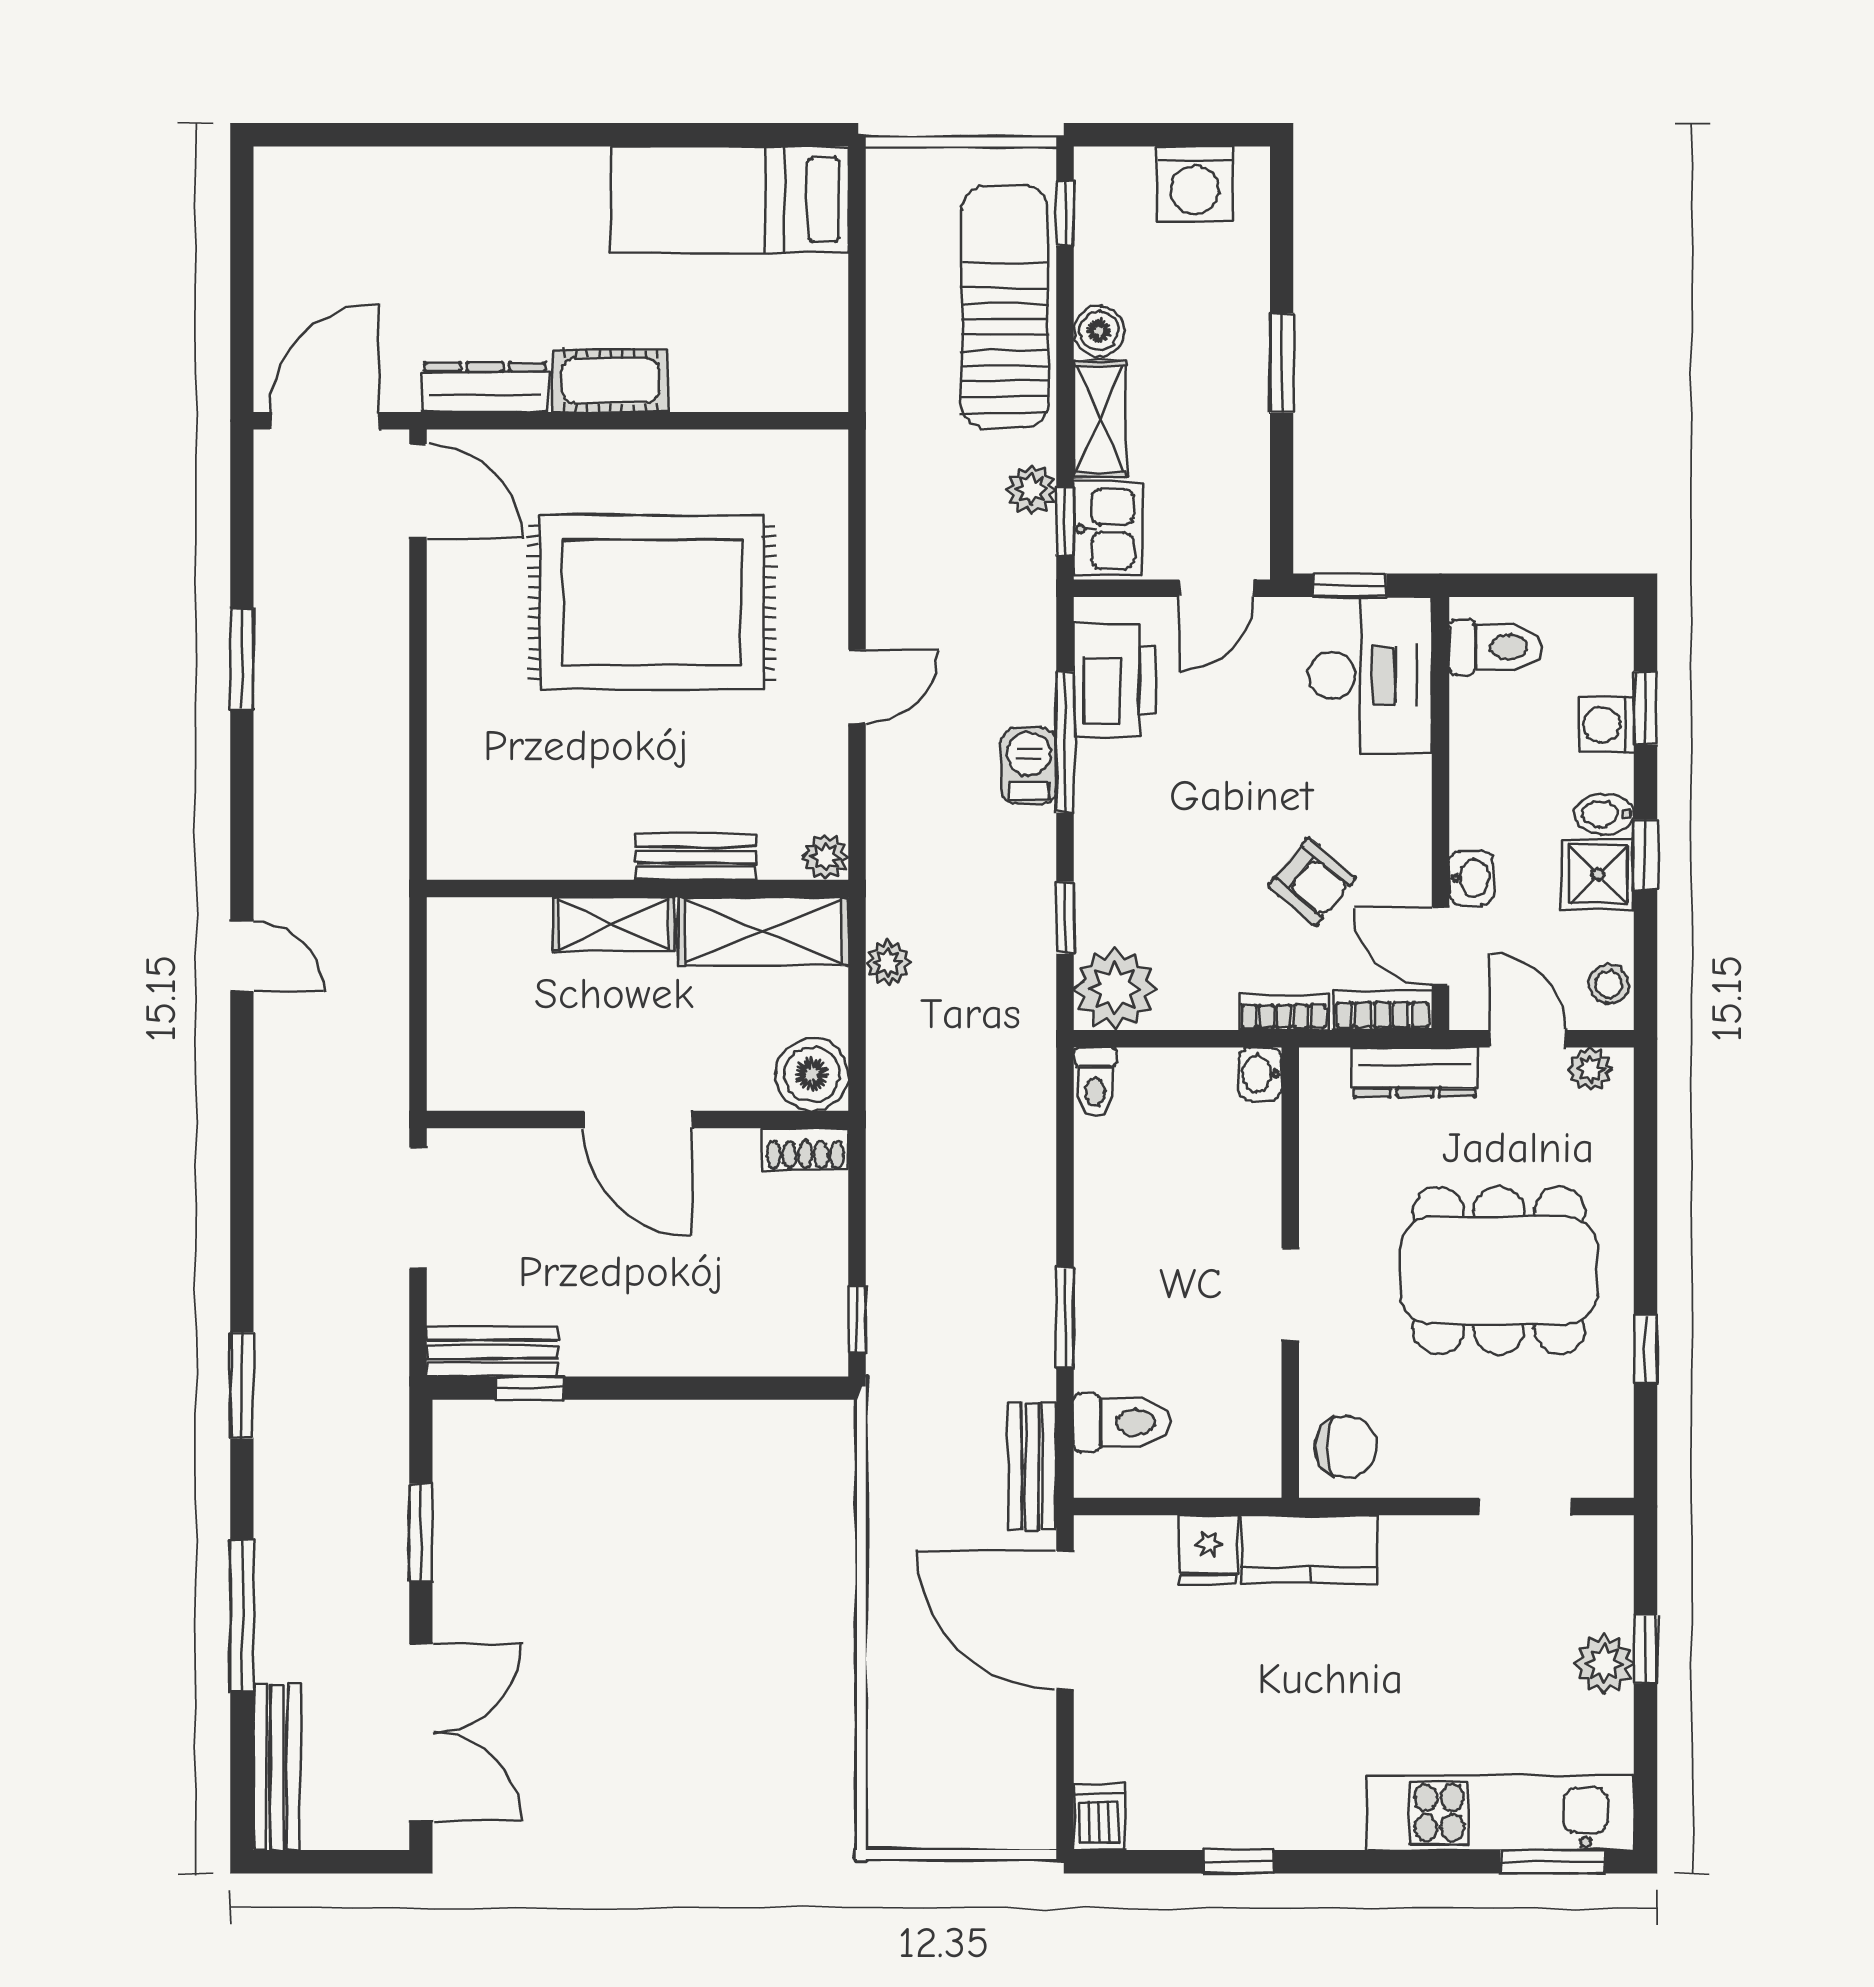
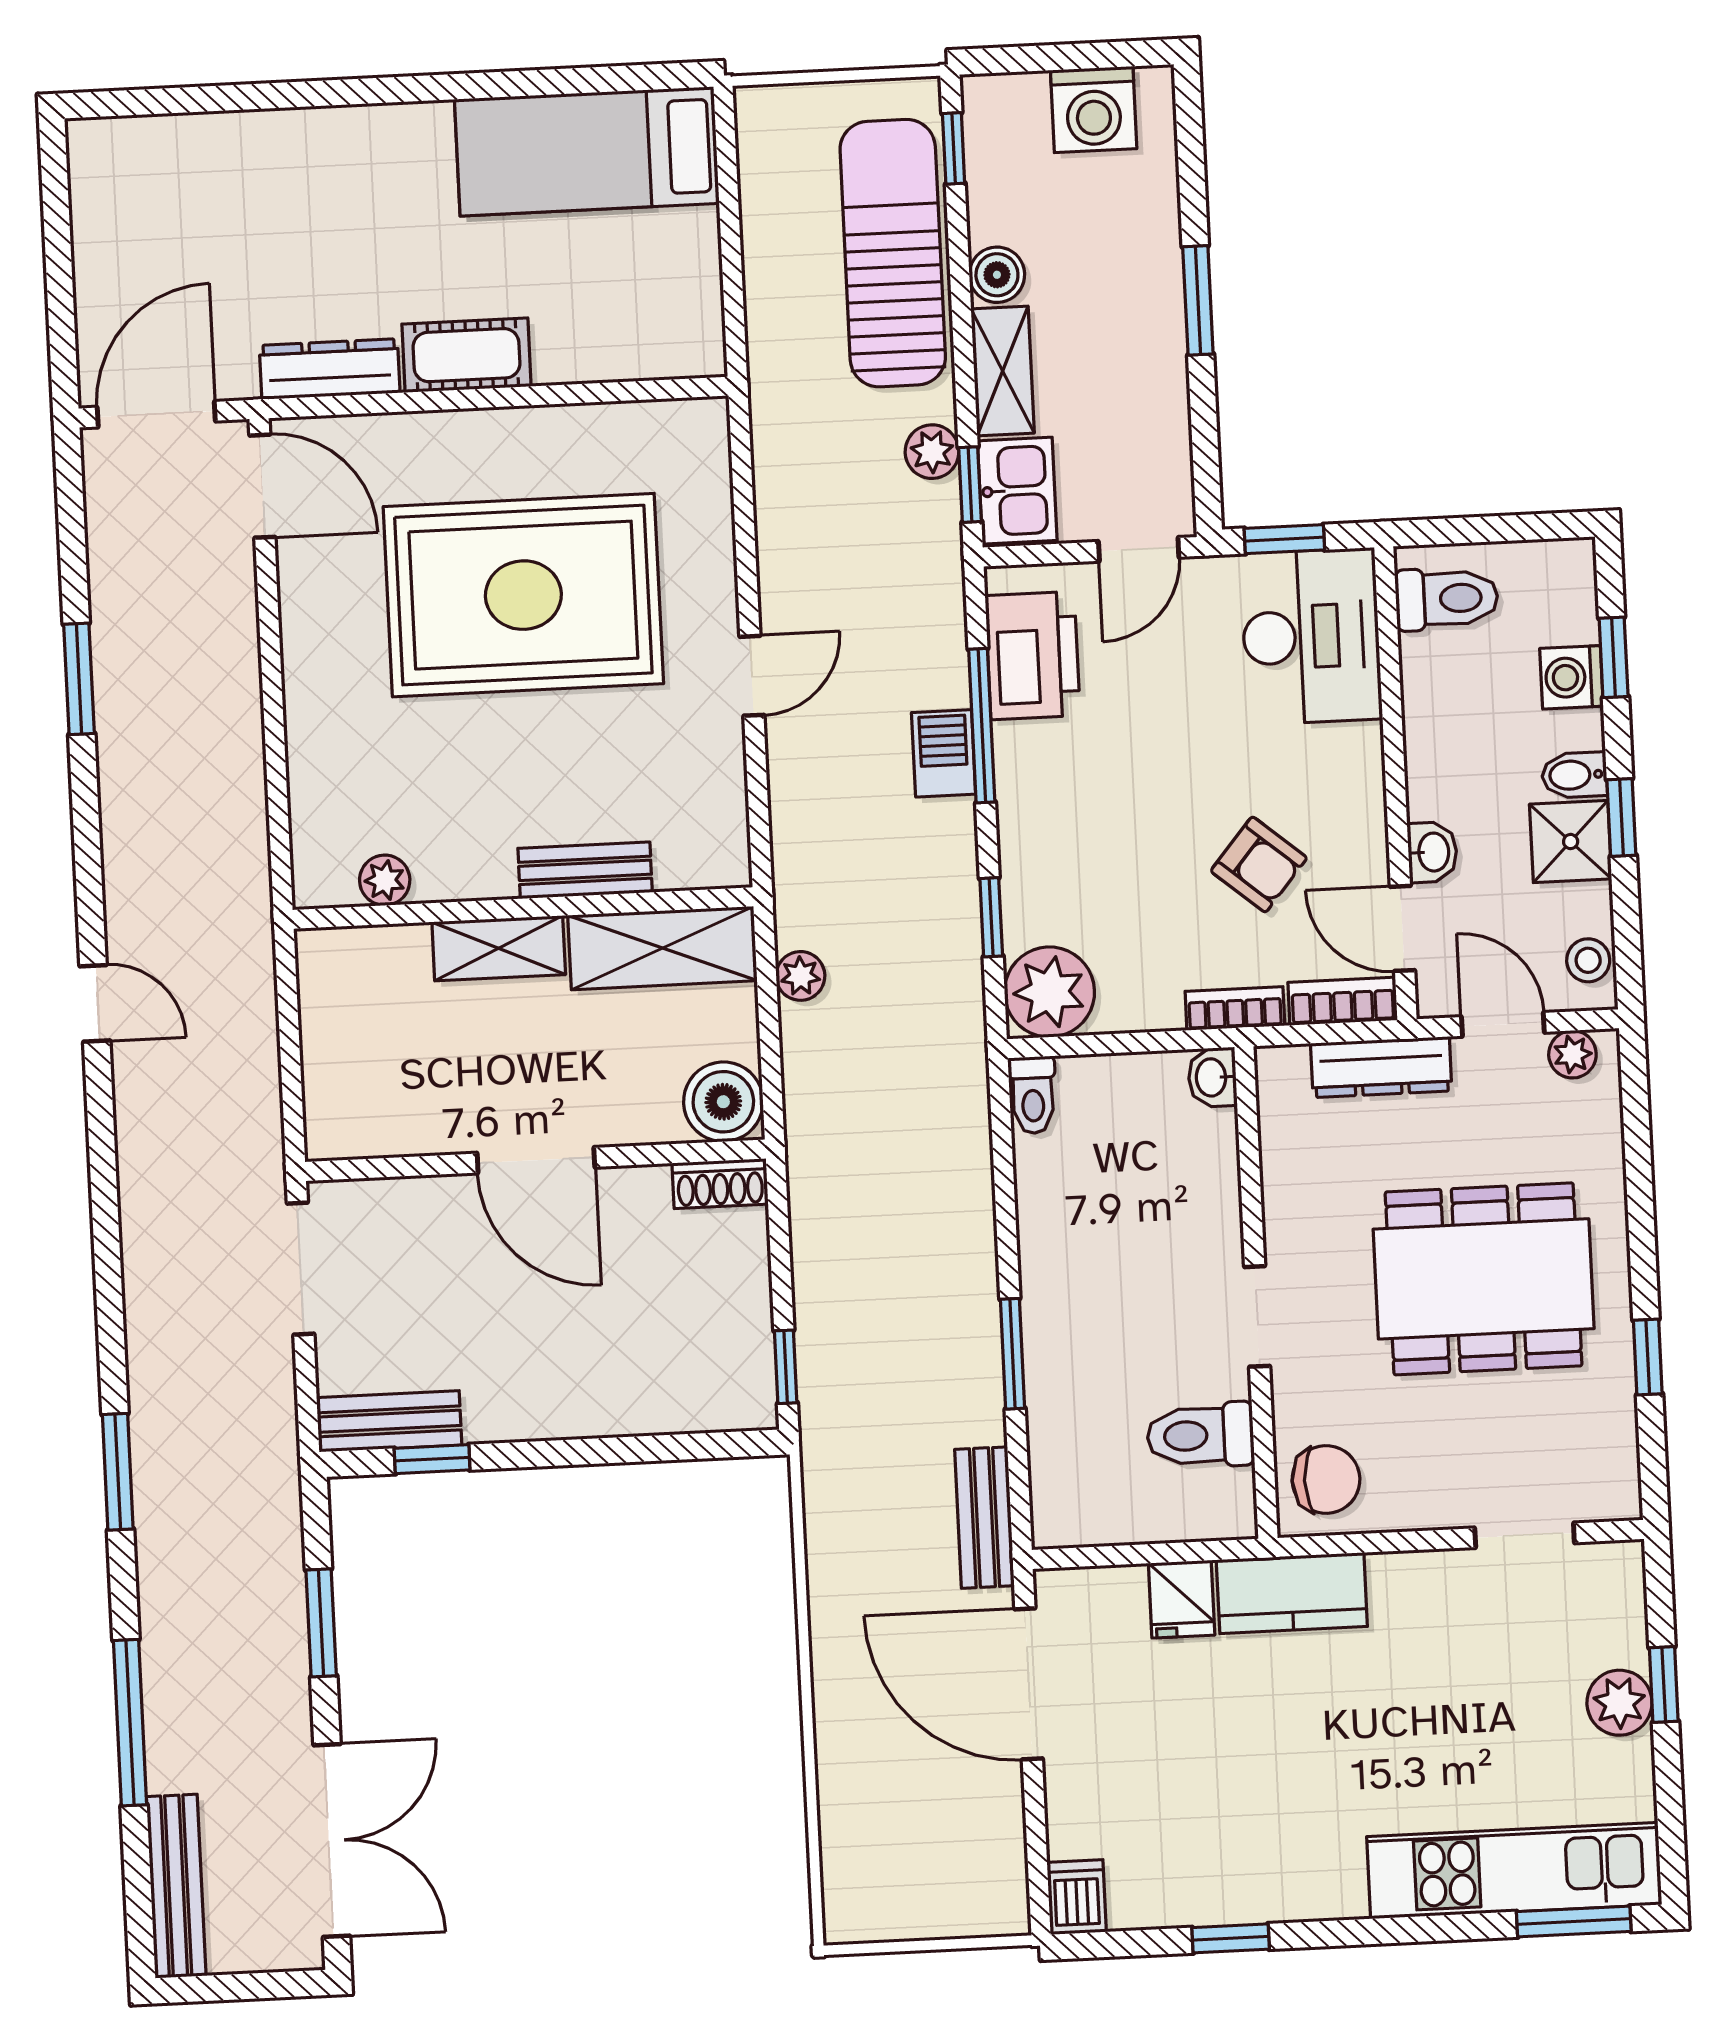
plant: (825, 857) -> (385, 880), moved
toilet: (1122, 1423) -> (1201, 1435), moved, turned 180

